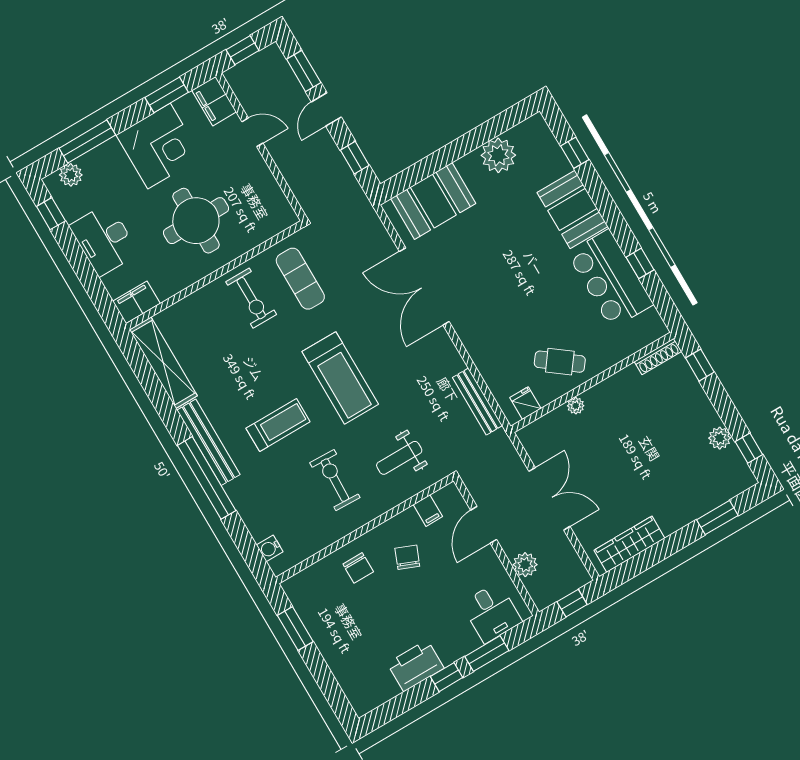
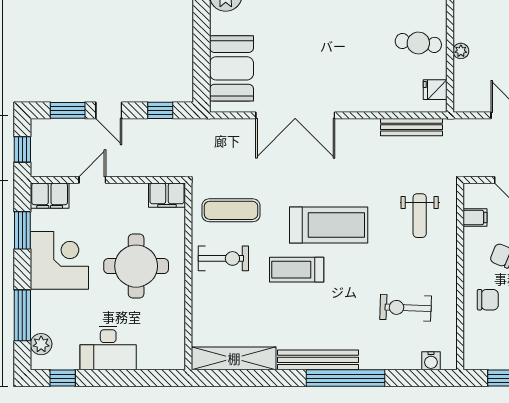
filing cabinet: (136, 302) -> (167, 195), moved, turned -90
cafe table: (560, 362) -> (418, 43), turned 60
treadmill: (278, 425) -> (297, 270), moved, turned -90
exercise bike: (335, 480) -> (406, 308), moved

